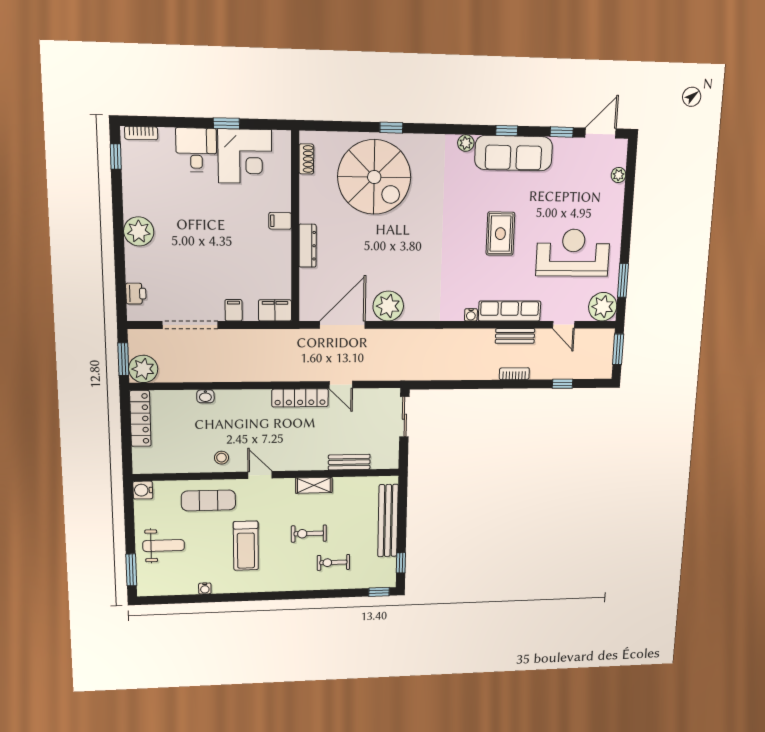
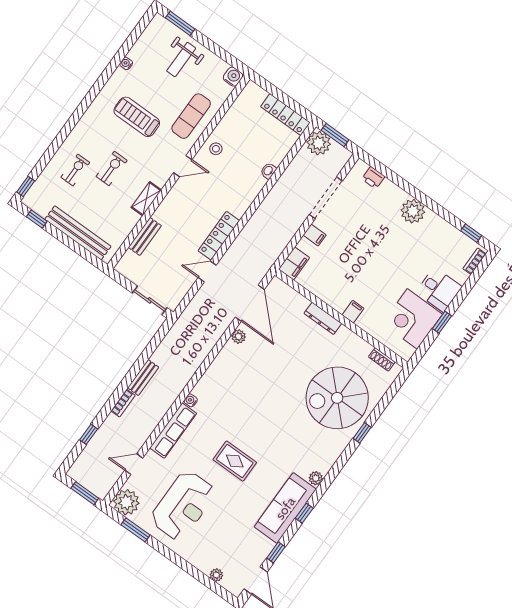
plant: (388, 306) -> (239, 337), width x0.53, depth x0.53
bench: (515, 336) -> (143, 377), moved

